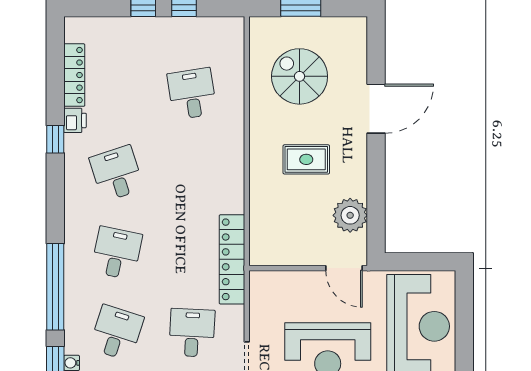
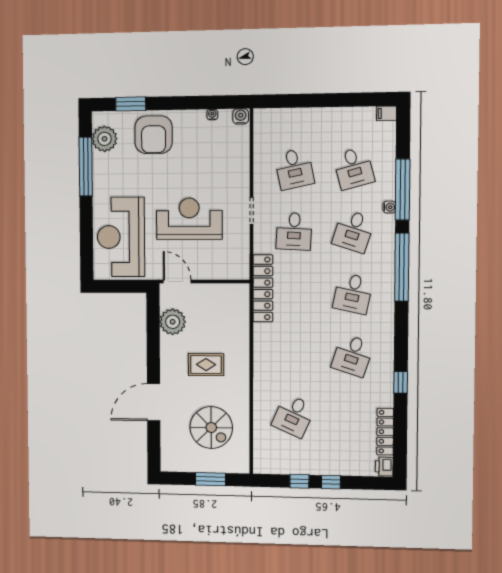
desk: (192, 94) -> (293, 416), turned 33
printer: (75, 120) -> (384, 467), moved
desk: (117, 173) -> (352, 355), turned 36

